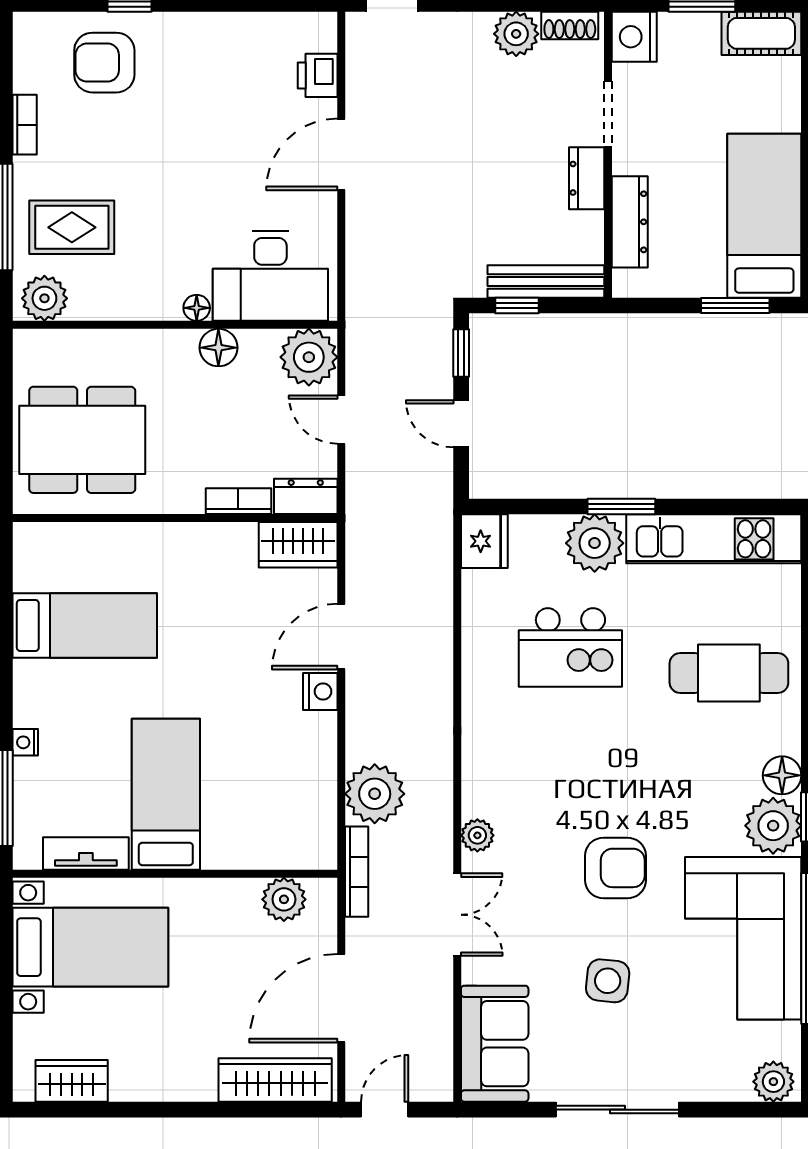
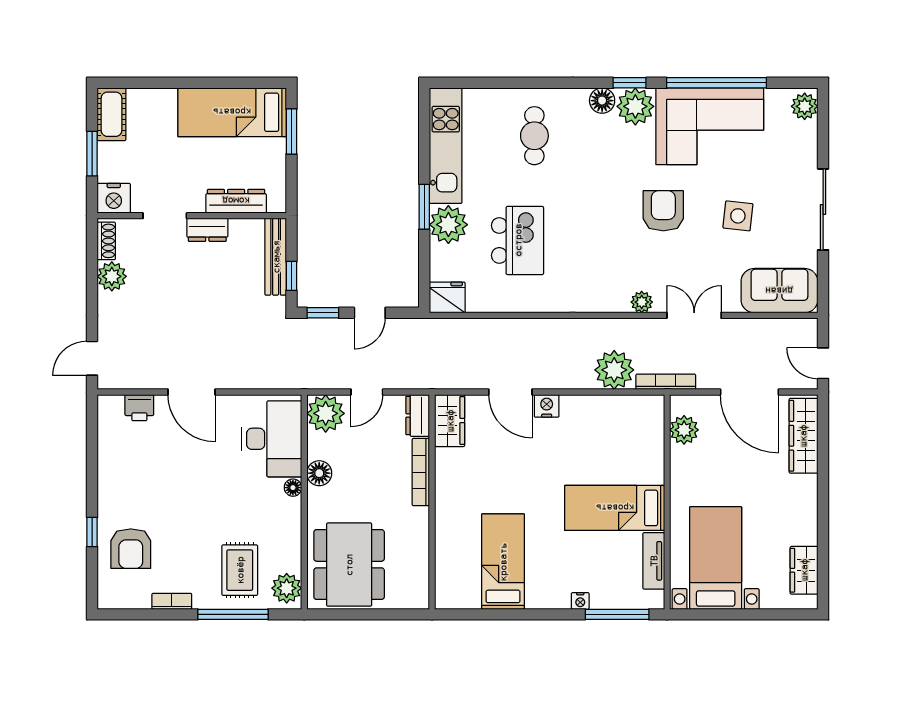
dining table: (82, 440) -> (349, 565), moved
bookcase: (238, 501) -> (421, 472), width x1.56
cafe table: (729, 673) -> (534, 136), width x0.73, depth x0.74

